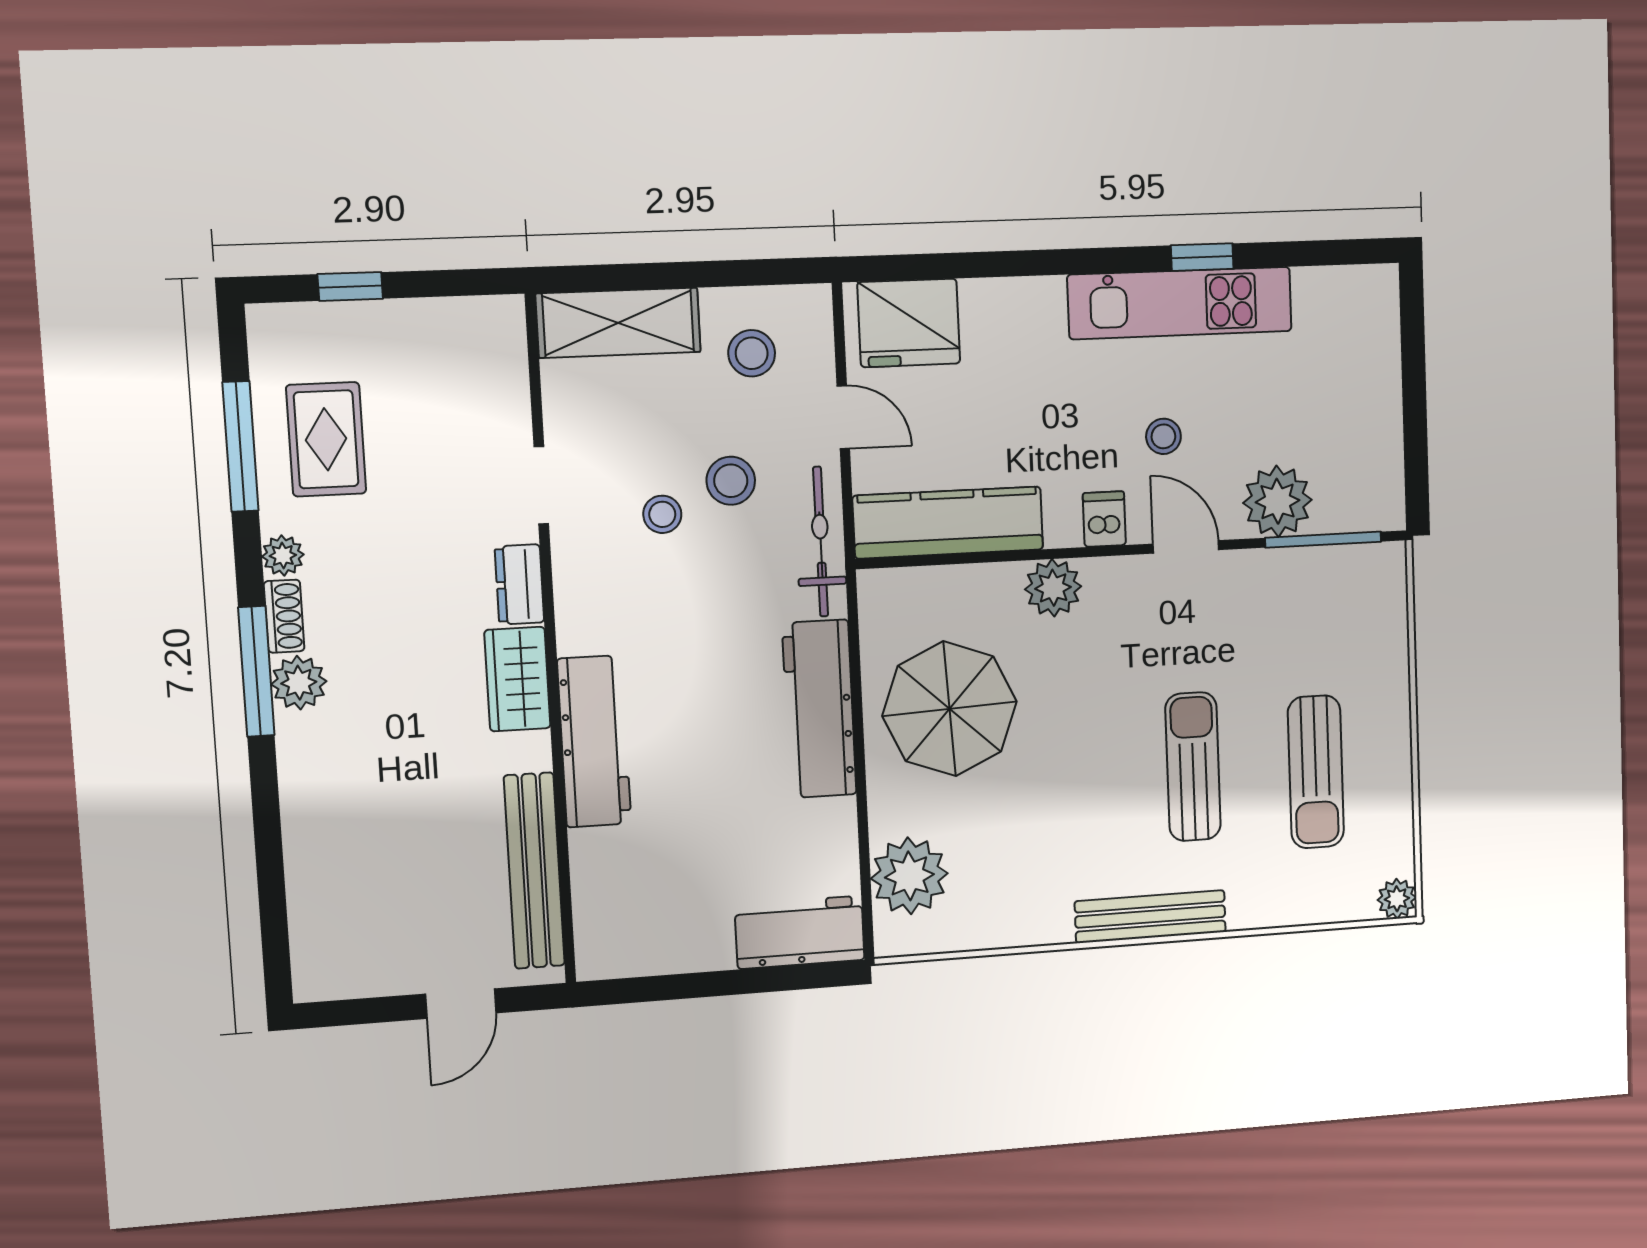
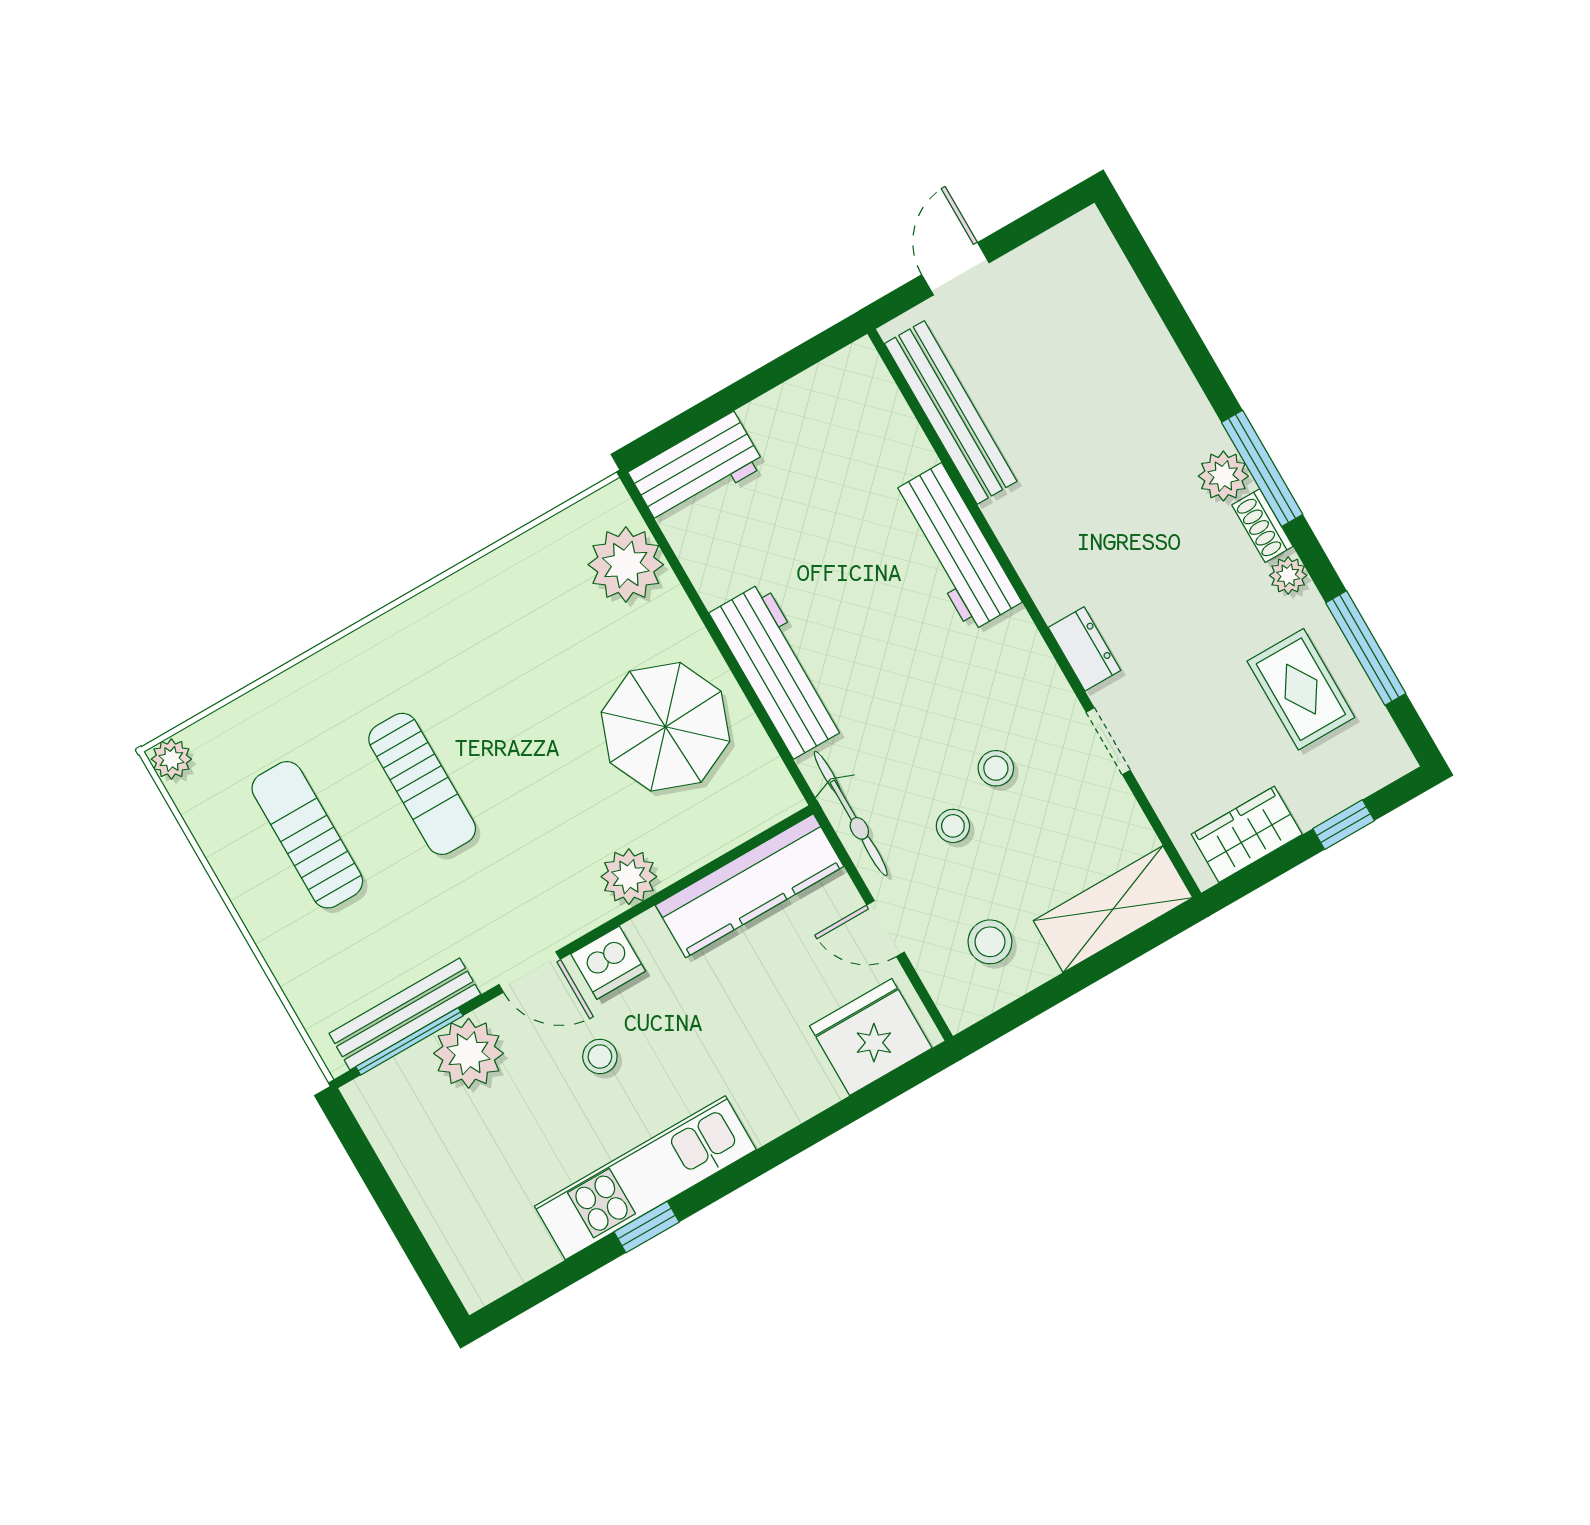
stool: (731, 481) -> (953, 826), width x0.73, depth x0.73
dishwasher: (1104, 519) -> (608, 963), width x1.38
wardrobe: (517, 679) -> (1247, 834), moved, turned -90
bench: (1150, 917) -> (405, 1014), moved

